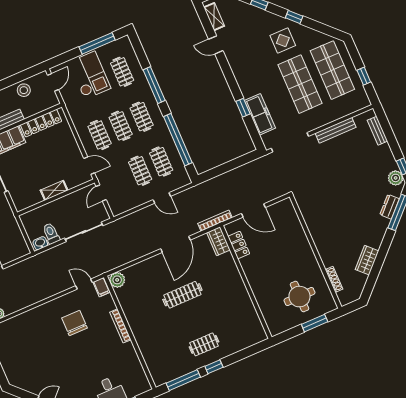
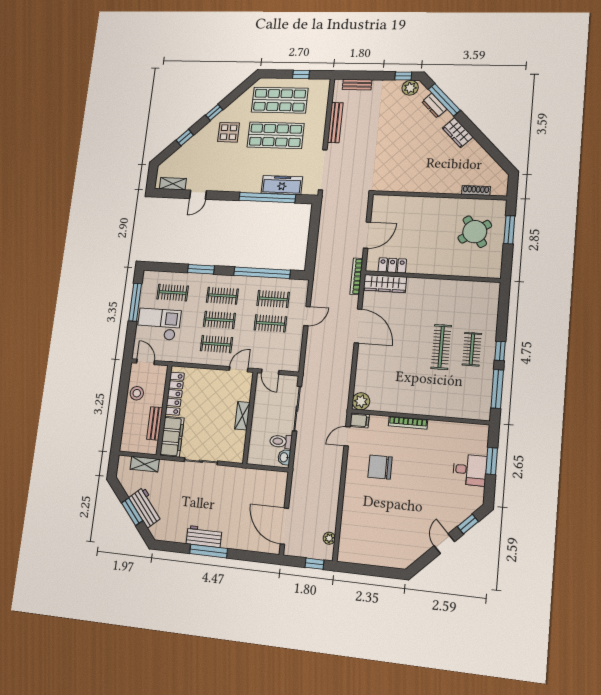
window: (154, 85) -> (201, 269), width x0.69
window: (243, 108) -> (267, 198), width x3.17
wardrobe: (218, 241) -> (385, 284), width x1.50
wardrobe: (367, 260) -> (458, 133), moved
clothes rail: (182, 295) -> (441, 347), moved
round table: (299, 297) -> (475, 232), turned -34

